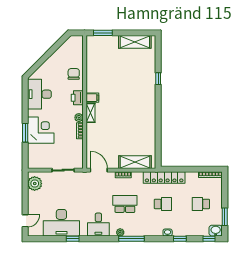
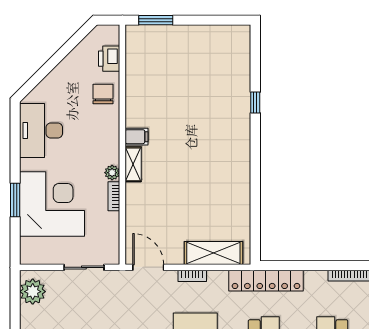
shelving: (135, 42) -> (213, 36), removed
printer: (77, 98) -> (109, 59), moved
corner desk: (41, 130) -> (52, 204), width x1.36, depth x1.36

